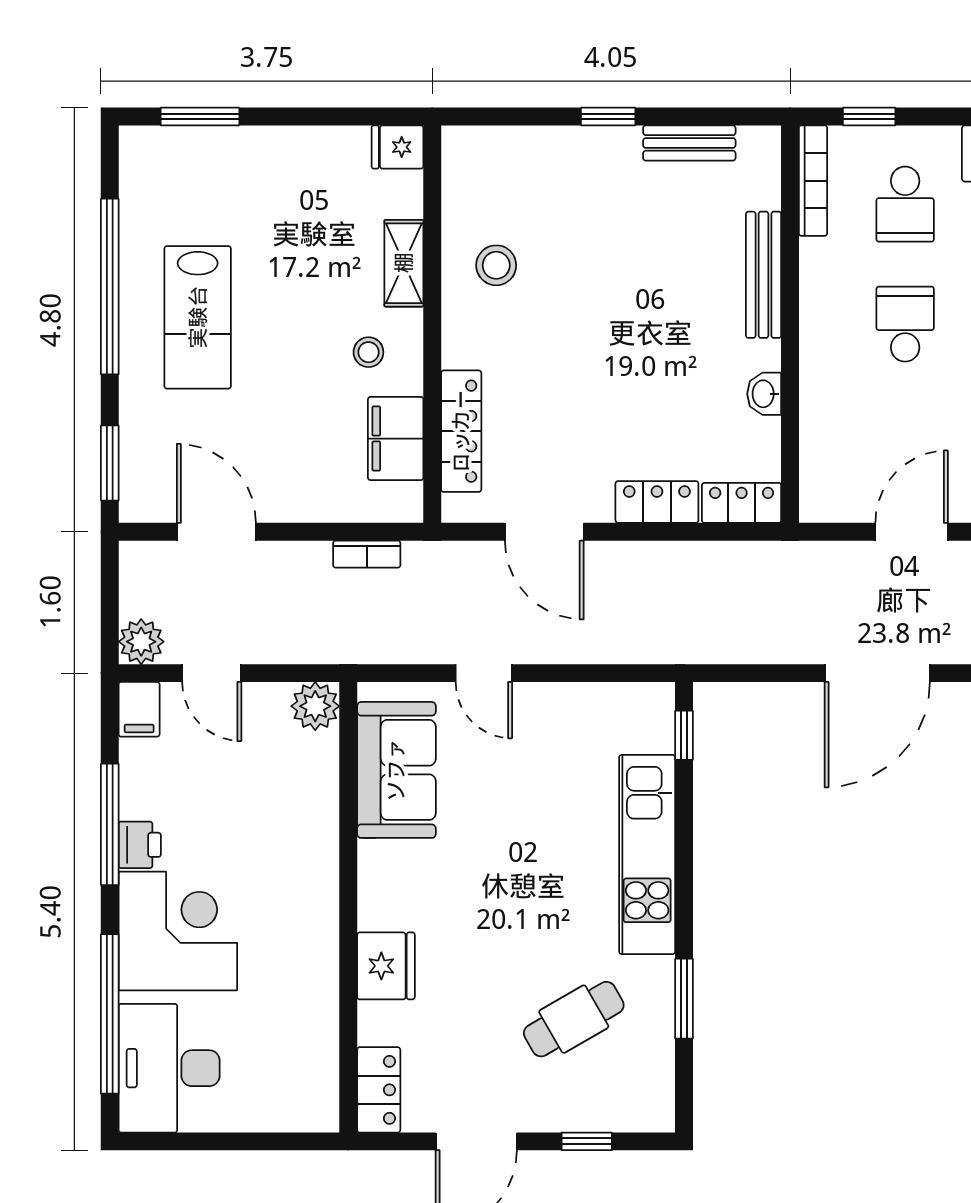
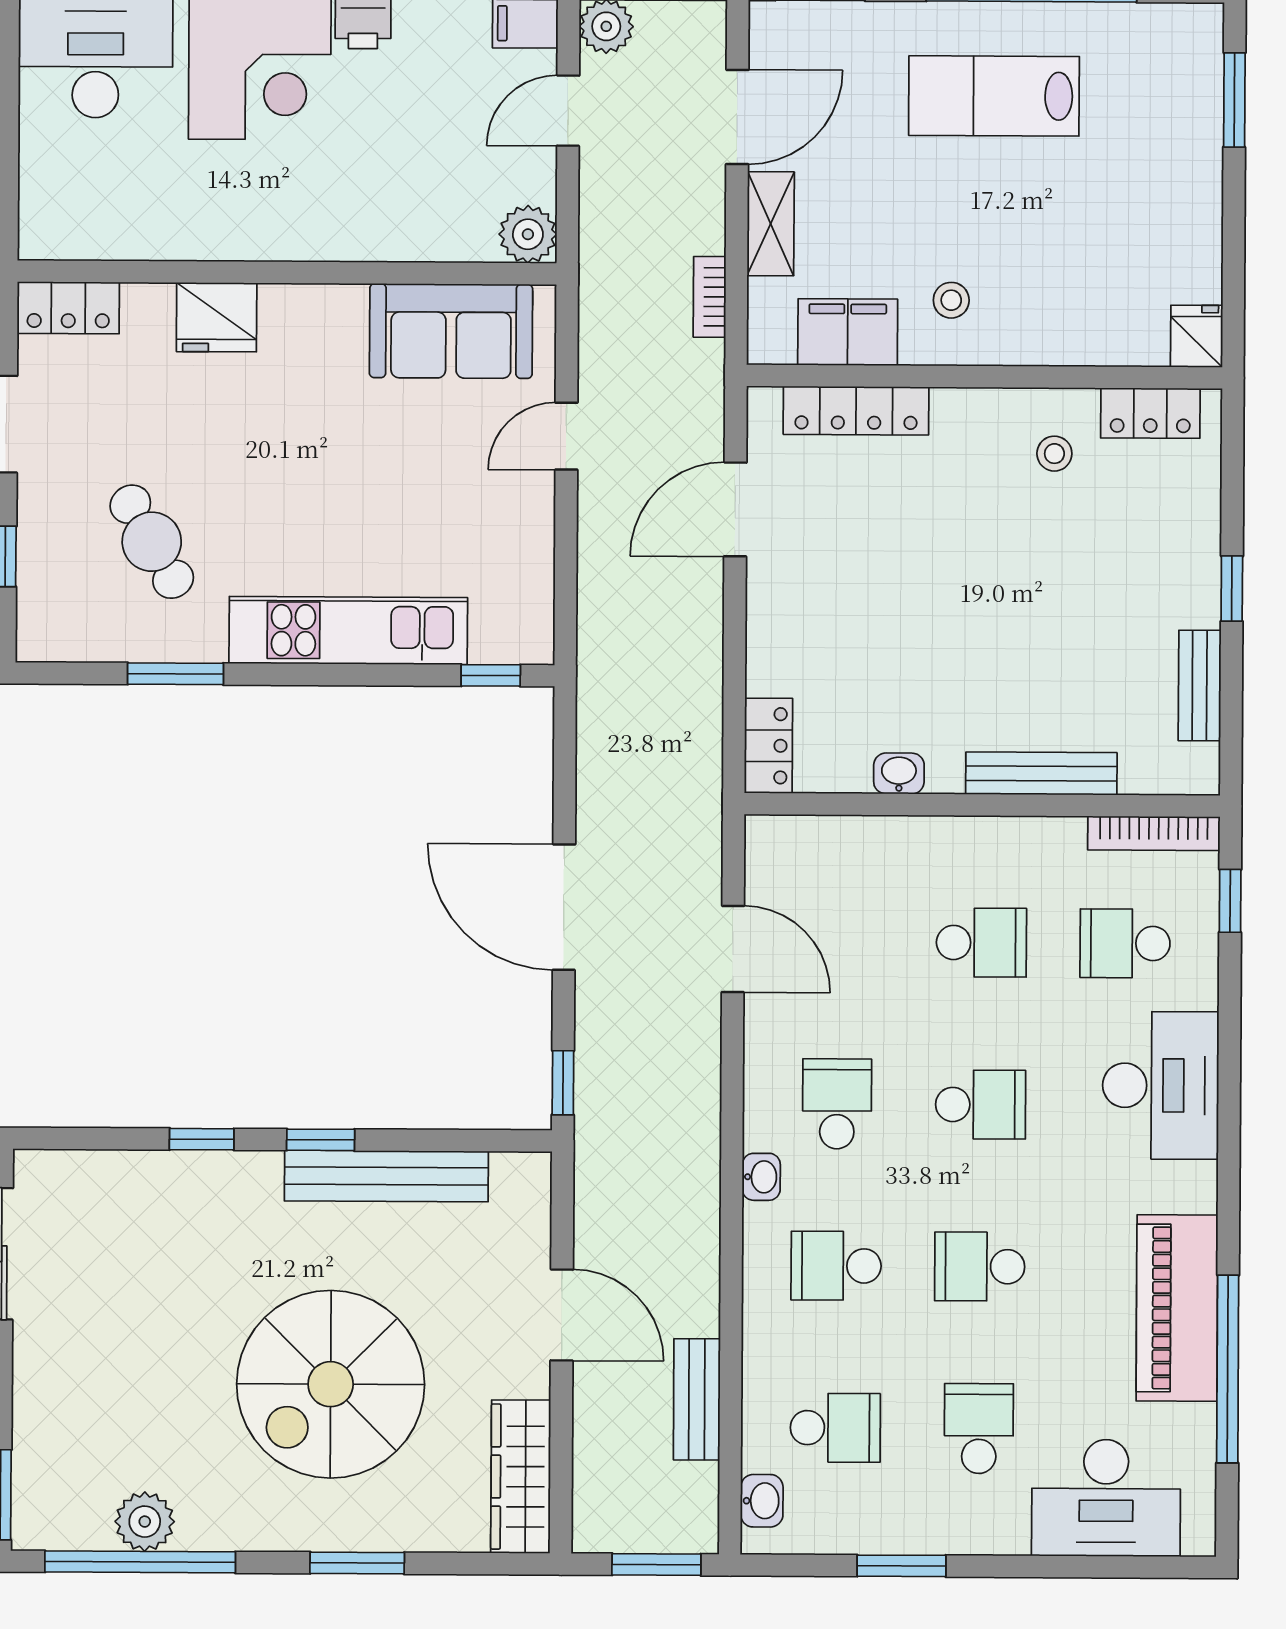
shelving: (404, 263) -> (771, 224), moved, turned 90
stool: (496, 265) -> (1054, 454), width x0.73, depth x0.73
locker: (657, 502) -> (1150, 413), moved, turned 90

